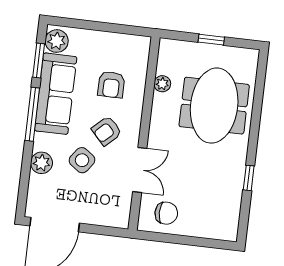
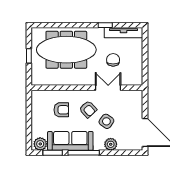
plant: (162, 84) -> (57, 81), removed
meeting table: (214, 106) -> (66, 50), width x1.36
tv unit: (232, 208) -> (124, 33), added
chair: (166, 213) -> (113, 60), moved

